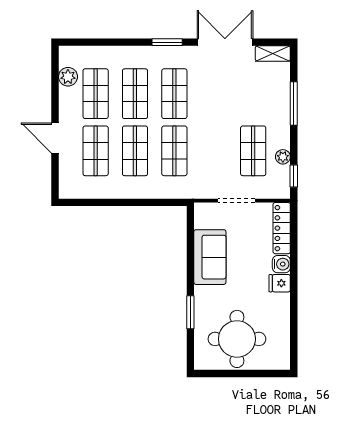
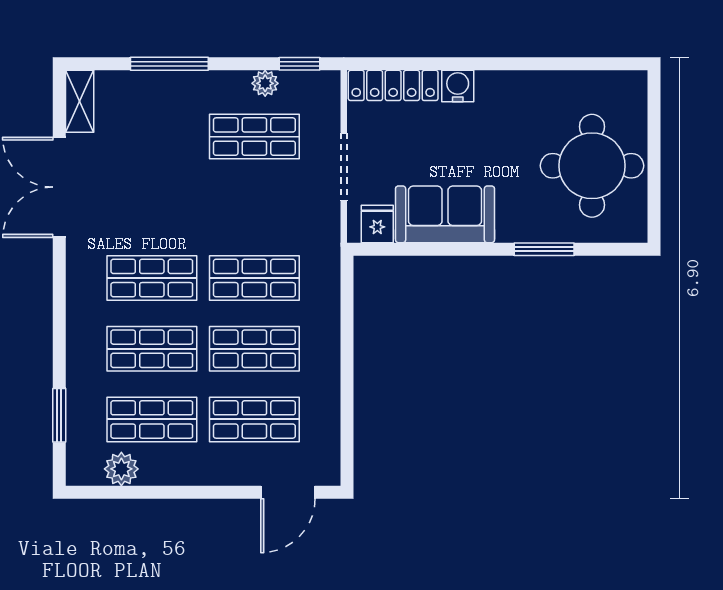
window: (167, 42) -> (59, 415), moved
door: (55, 138) -> (288, 492), moved
fridge: (280, 283) -> (377, 224), moved, turned 180

